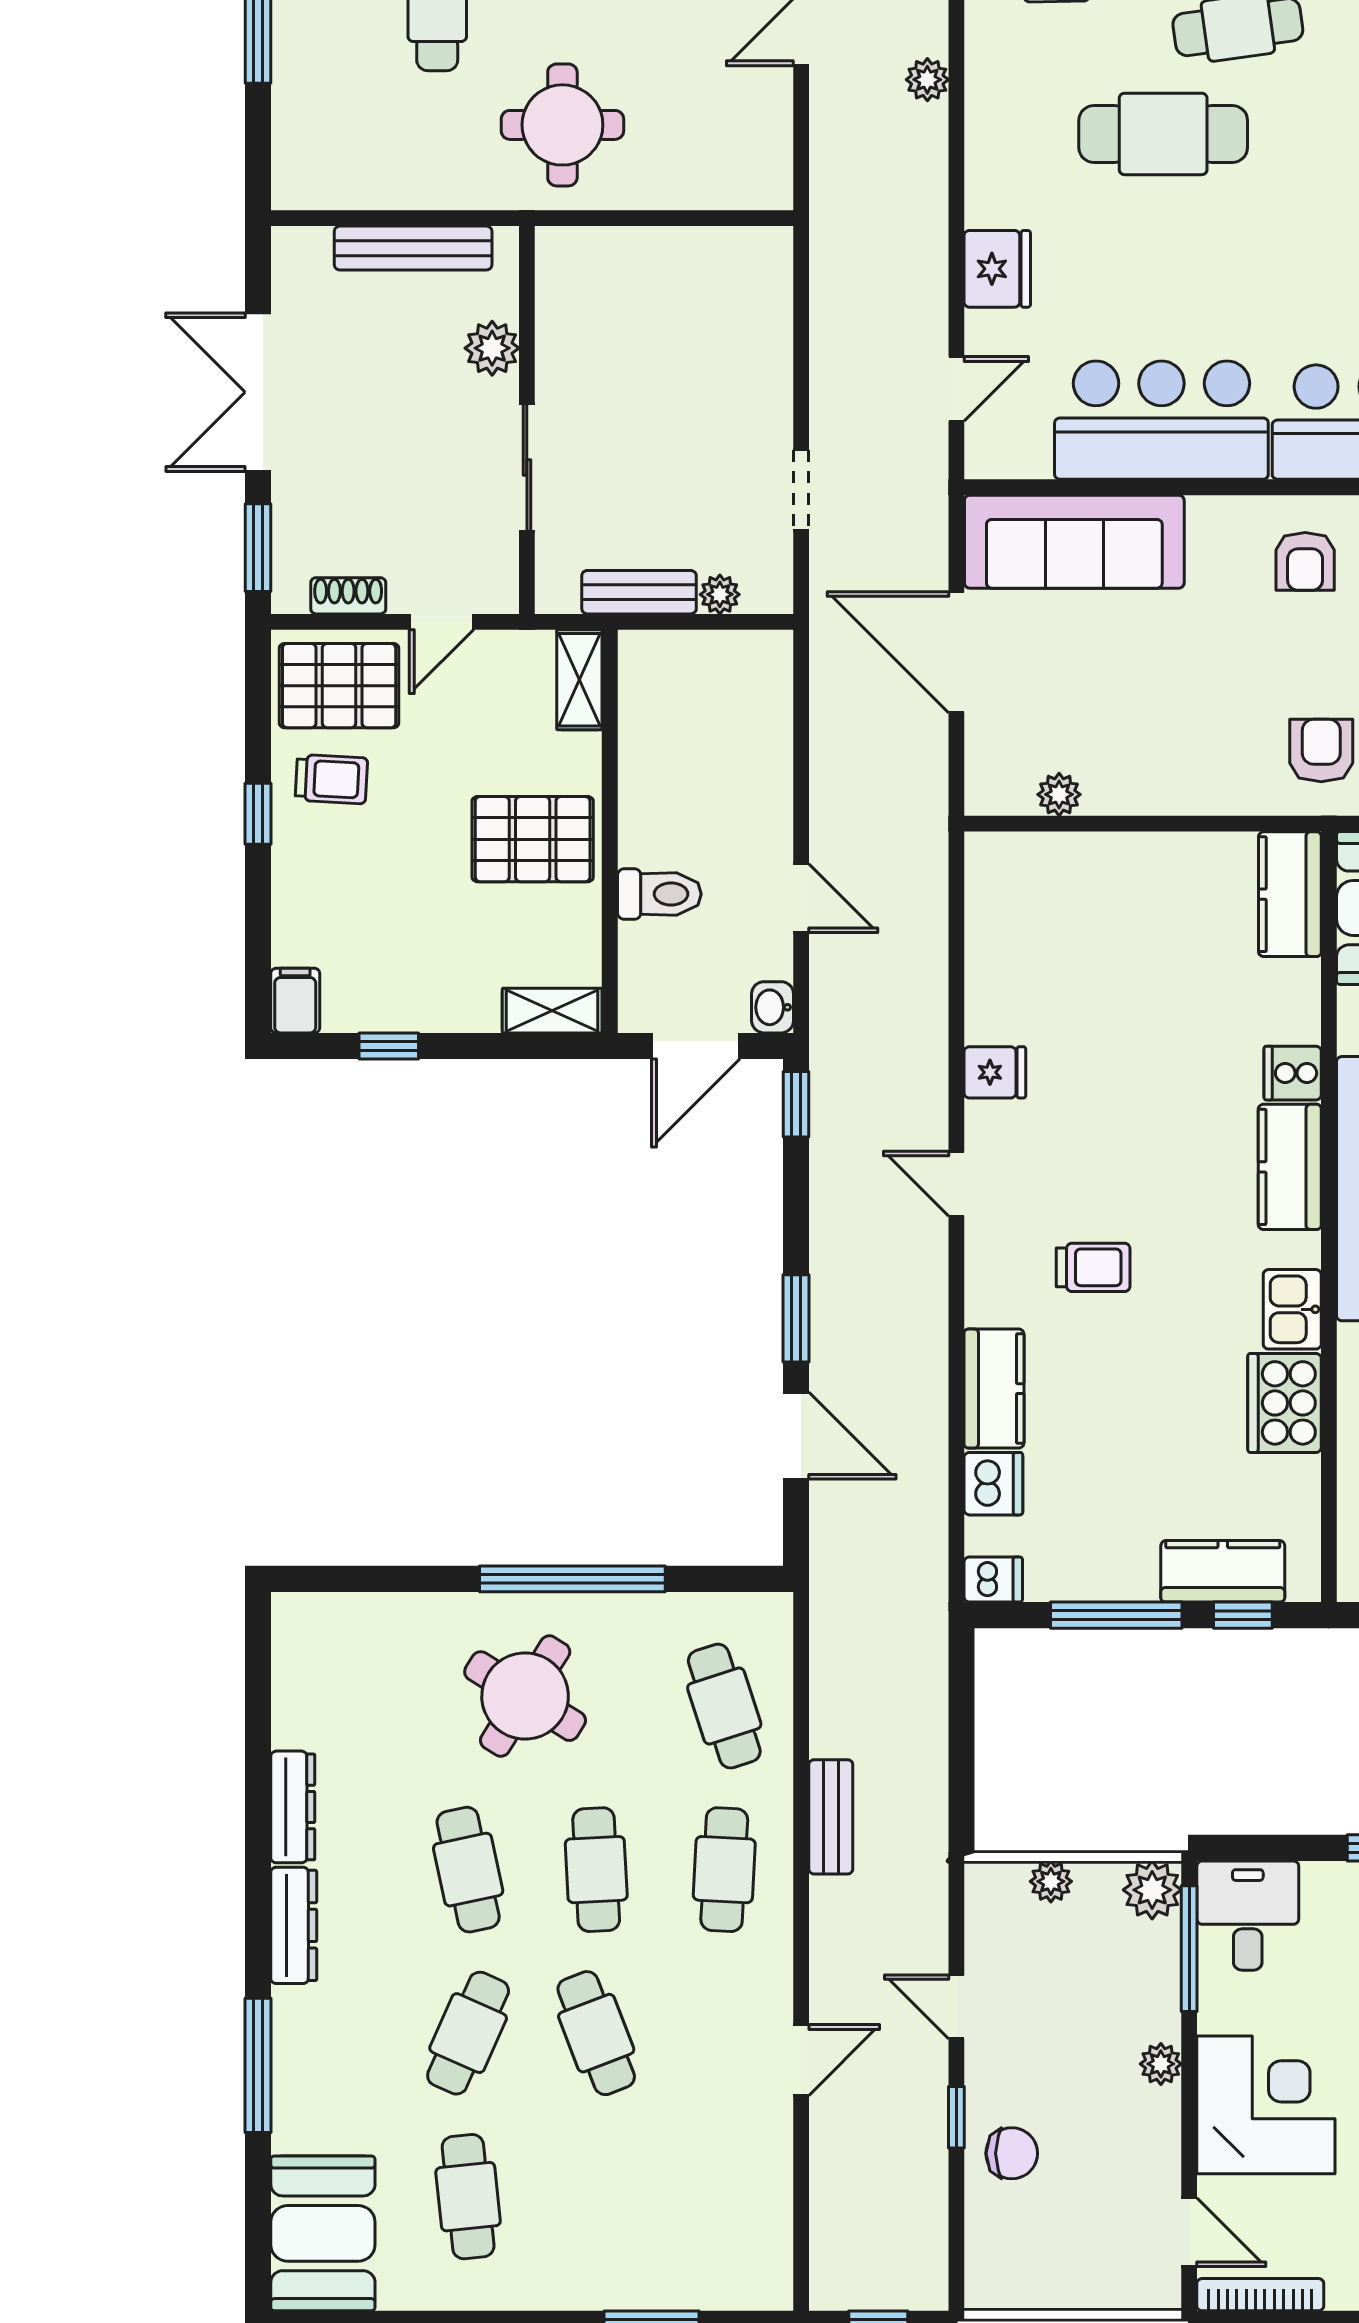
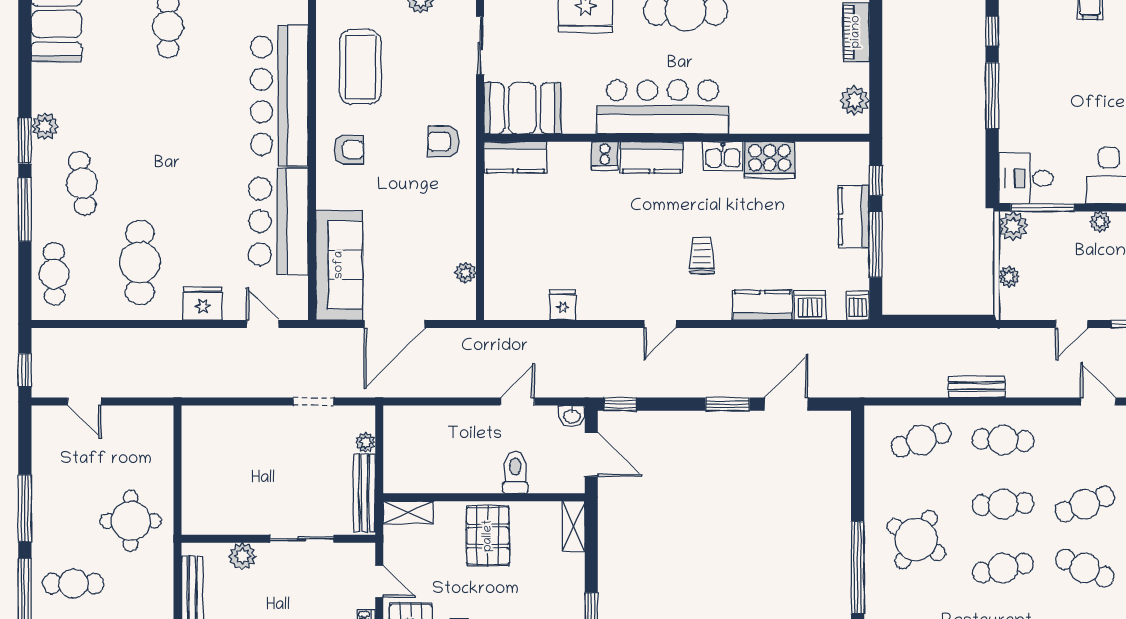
plant: (927, 80) -> (108, 339), removed
cafe table: (1163, 134) -> (140, 262), moved
bench: (639, 592) -> (364, 493), width x1.36
fridge: (995, 1072) -> (563, 305), moved
kitchen counter: (1223, 1571) -> (854, 216), moved
window: (572, 1579) -> (858, 568), moved

